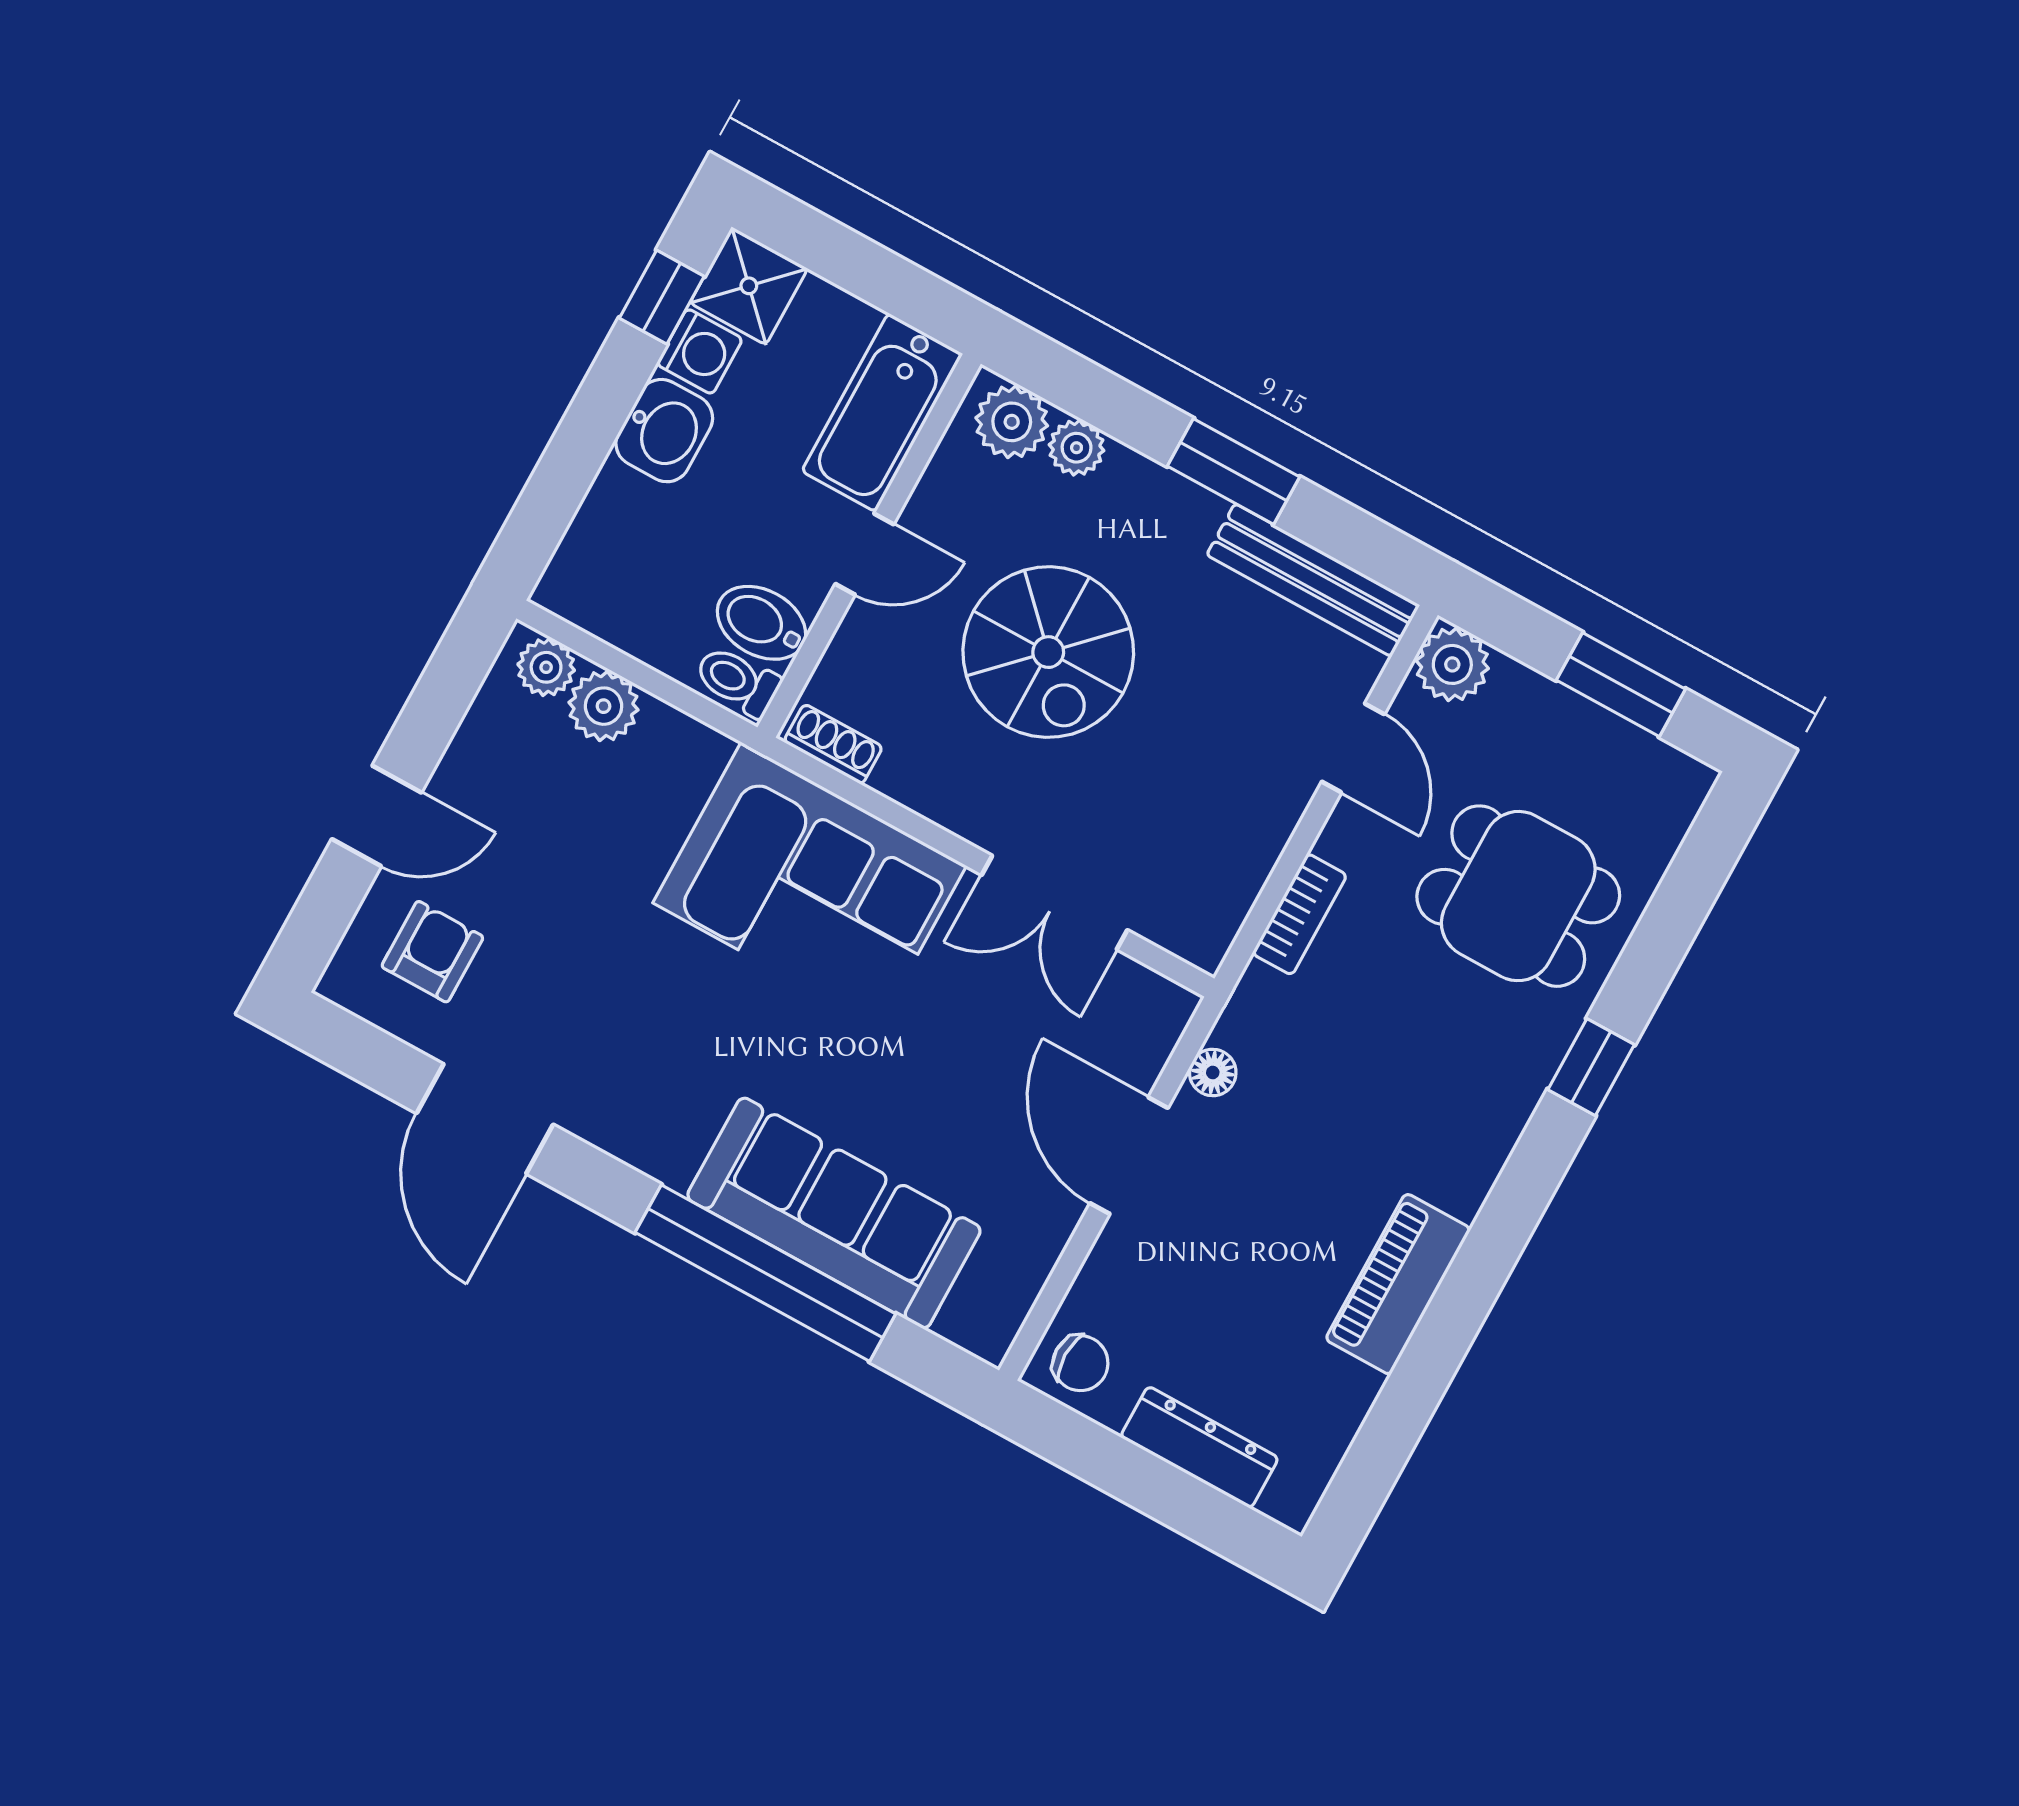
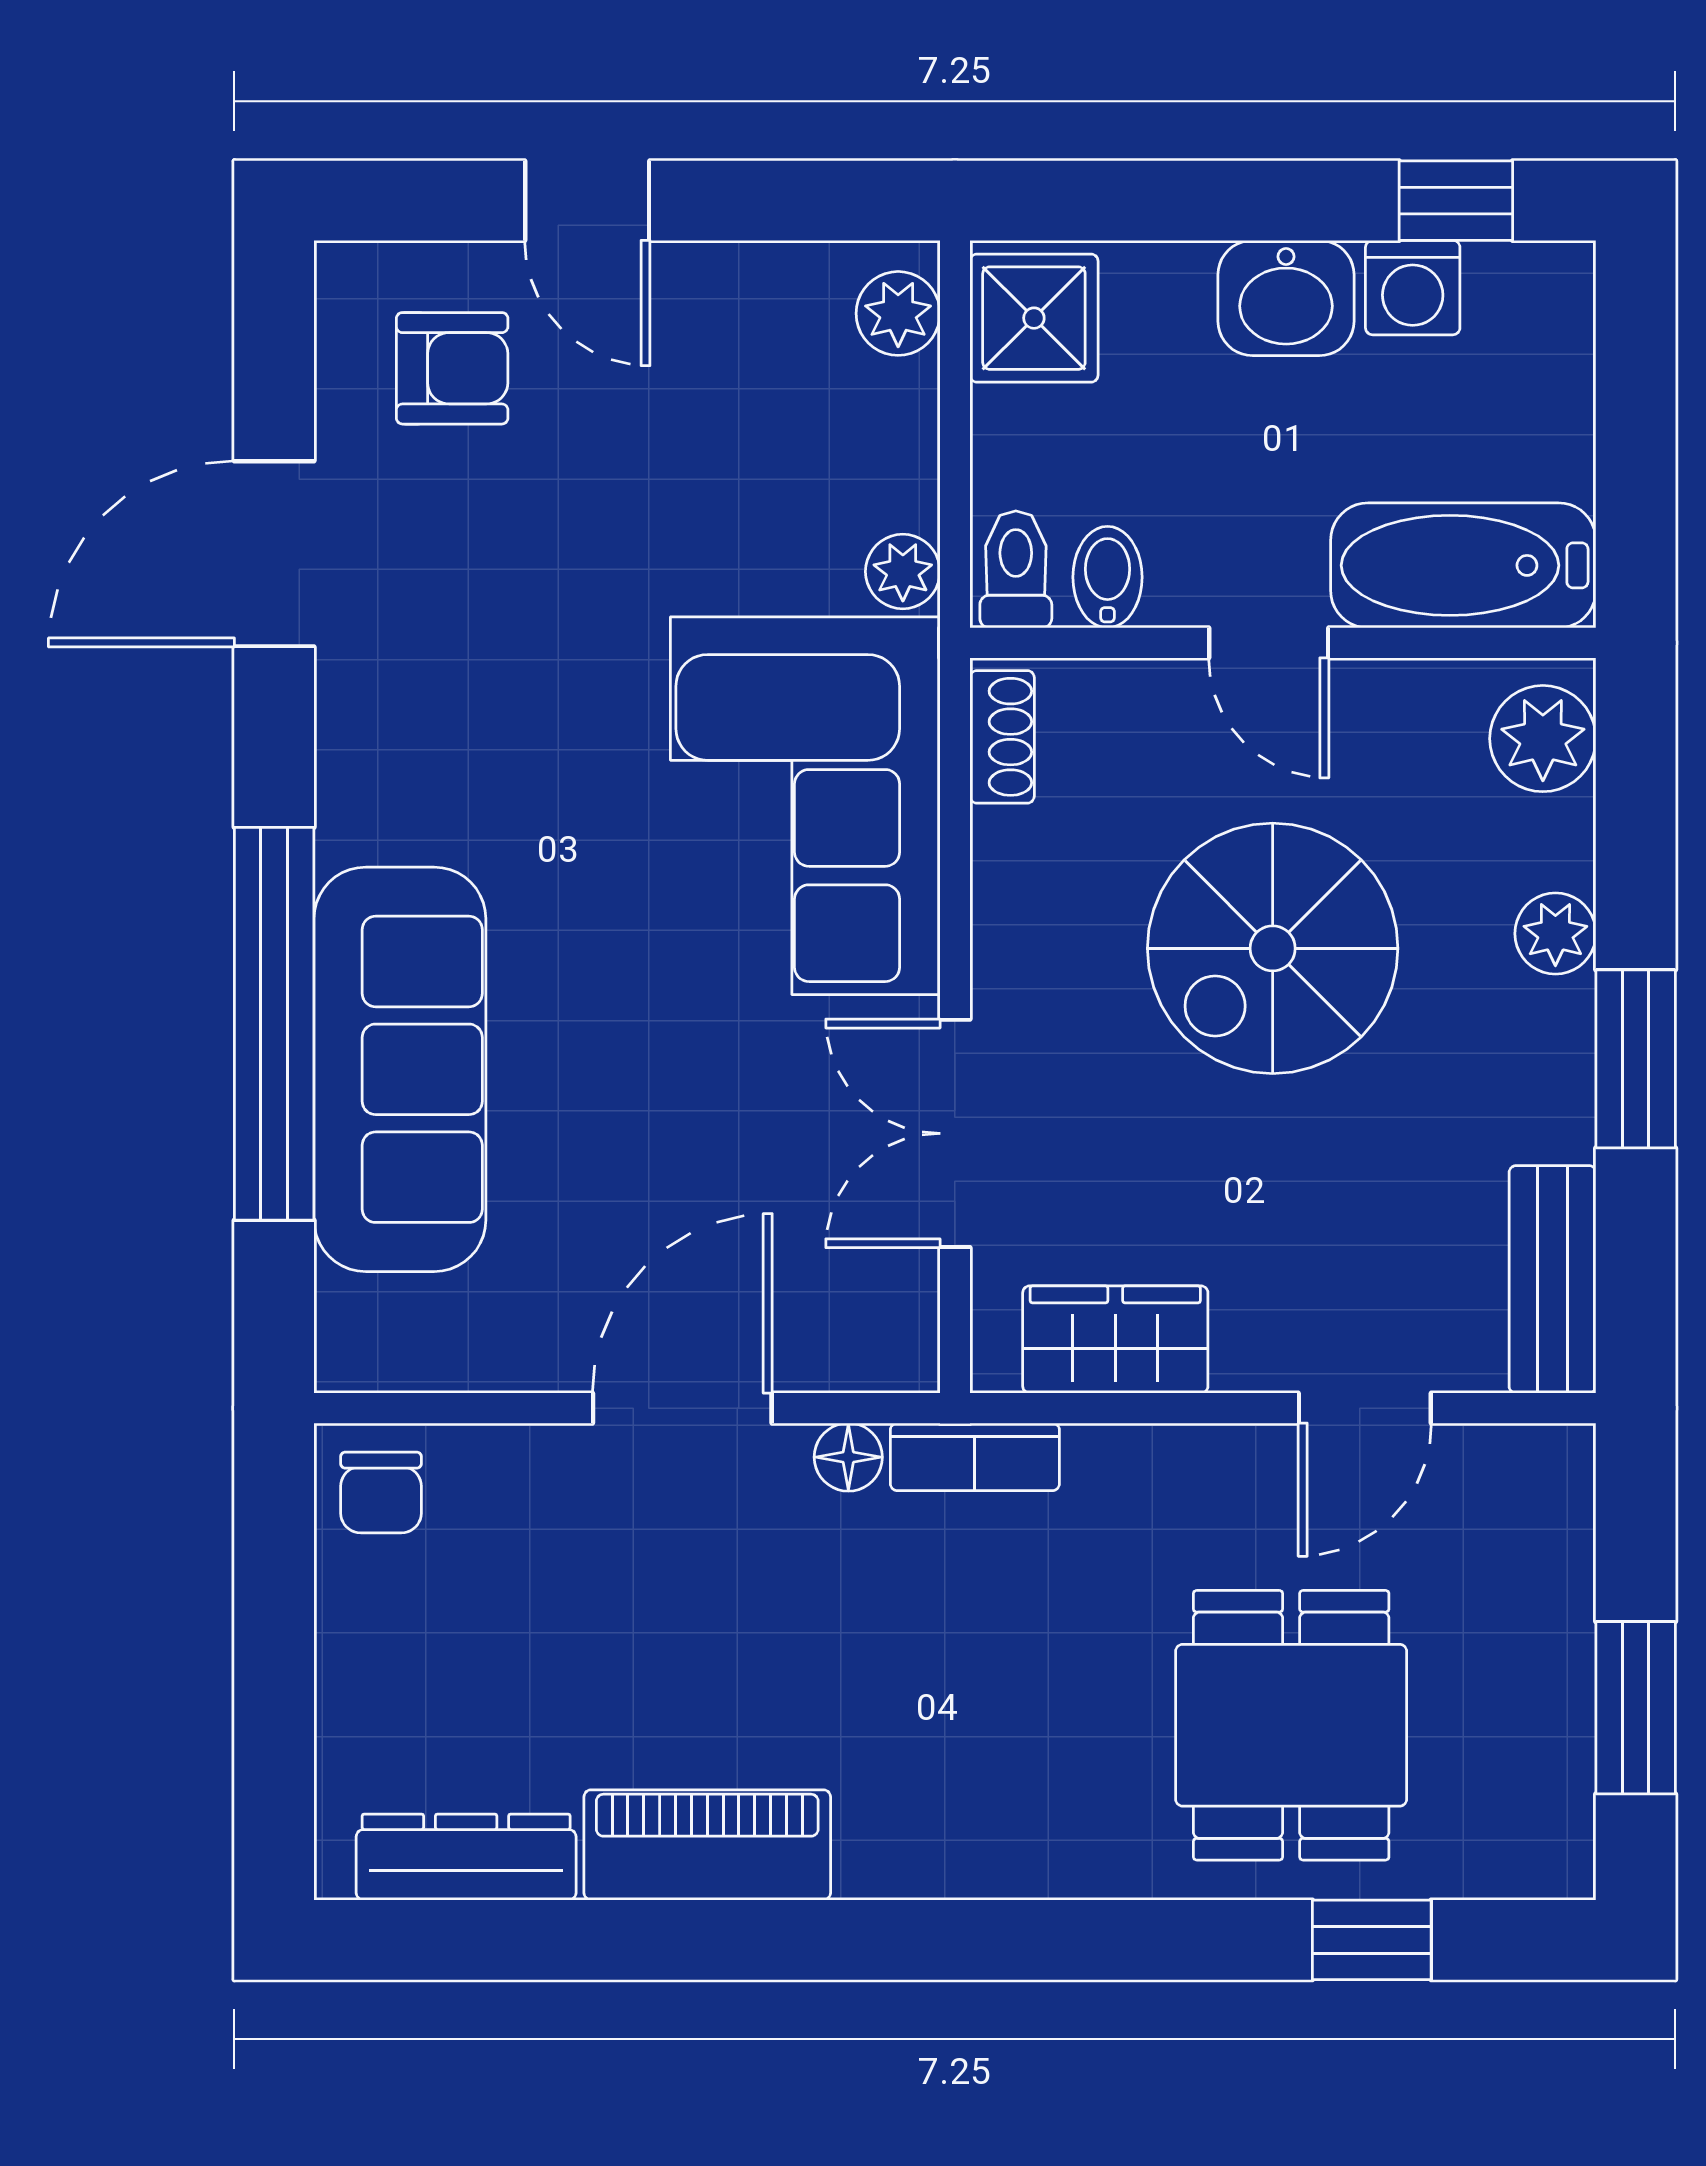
shower: (749, 286) -> (1034, 318), moved
plant: (1077, 448) -> (1555, 934), moved
bench: (1313, 580) -> (1553, 1279), width x0.73
bidet: (761, 623) -> (1108, 577), width x0.72, depth x0.74
plant: (1452, 664) -> (1542, 1477), removed
plant: (603, 706) -> (903, 572), moved, width x0.73, depth x0.73
wardrobe: (1230, 874) -> (1115, 1340), added
bookcase: (1300, 914) -> (975, 1457), moved
window: (1591, 1067) -> (1372, 1940), moved
dresser: (1199, 1447) -> (466, 1857), moved, turned -90

